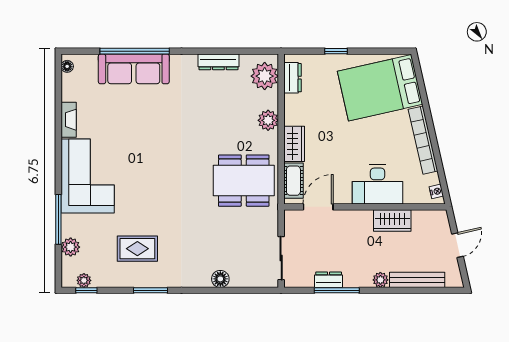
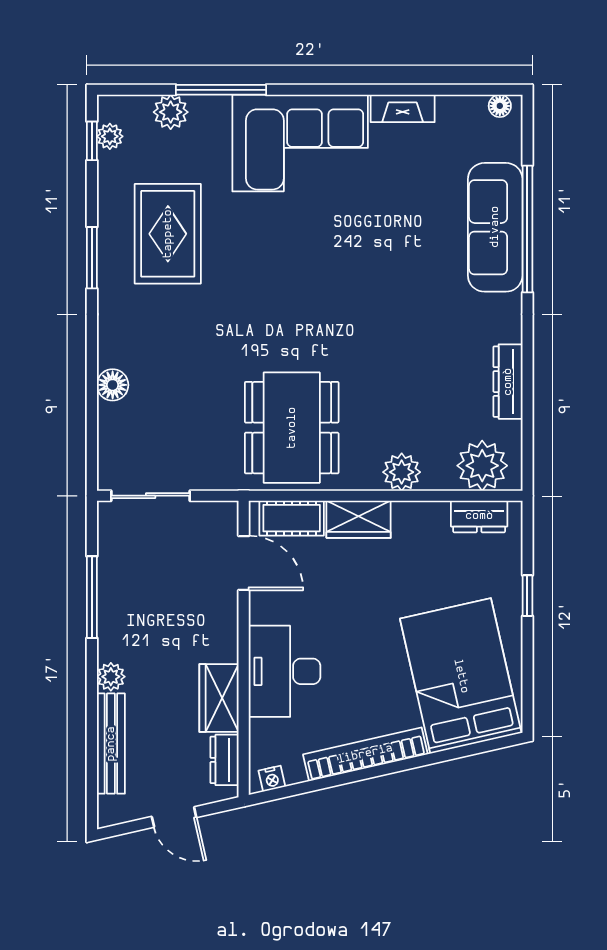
rug: (137, 249) -> (168, 234), width x1.36, depth x1.43
dresser: (329, 280) -> (224, 760), moved, turned 180

